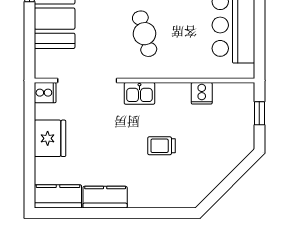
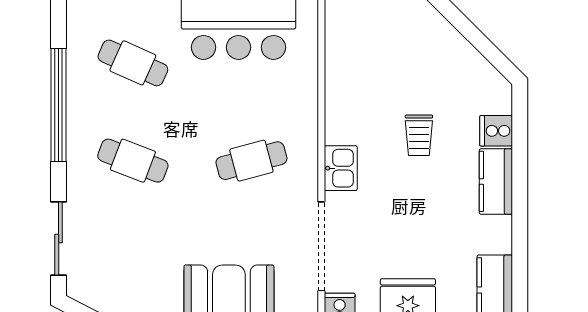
cooker: (202, 93) -> (496, 131), moved, turned 180
kitchen counter: (105, 197) -> (496, 181), moved

